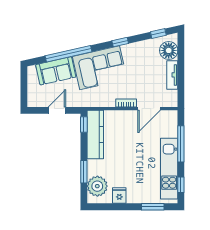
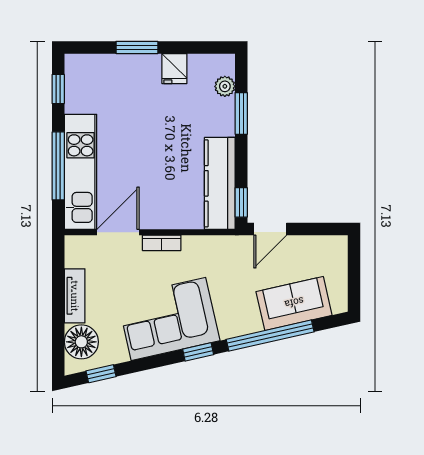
window: (120, 42) -> (198, 352), moved
corner sofa: (100, 68) -> (168, 319), moved
door: (57, 110) -> (270, 229), moved
kitchen unit: (169, 169) -> (81, 172), moved
plant: (97, 186) -> (225, 86), width x0.53, depth x0.53
window: (153, 207) -> (137, 47), moved

